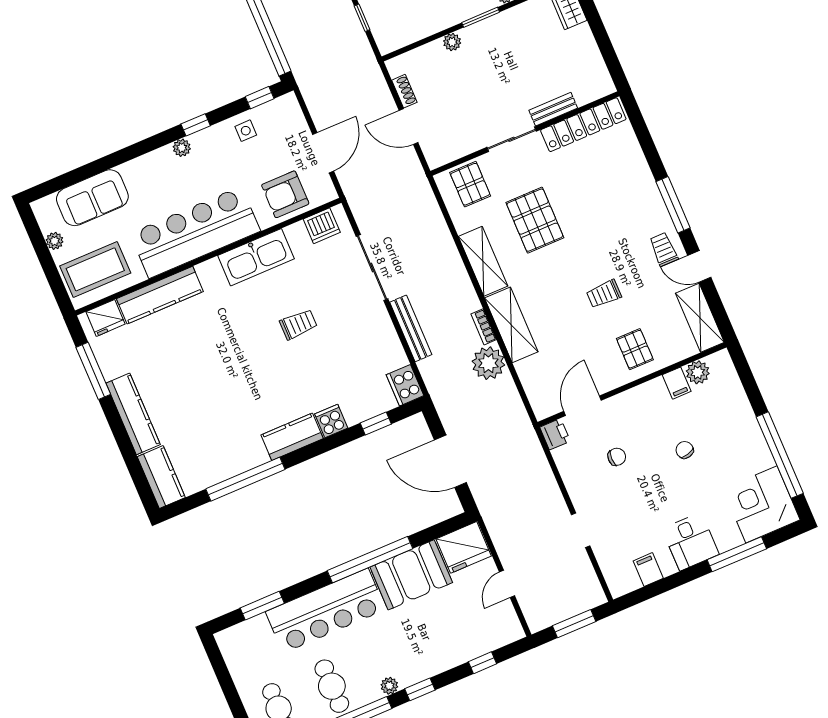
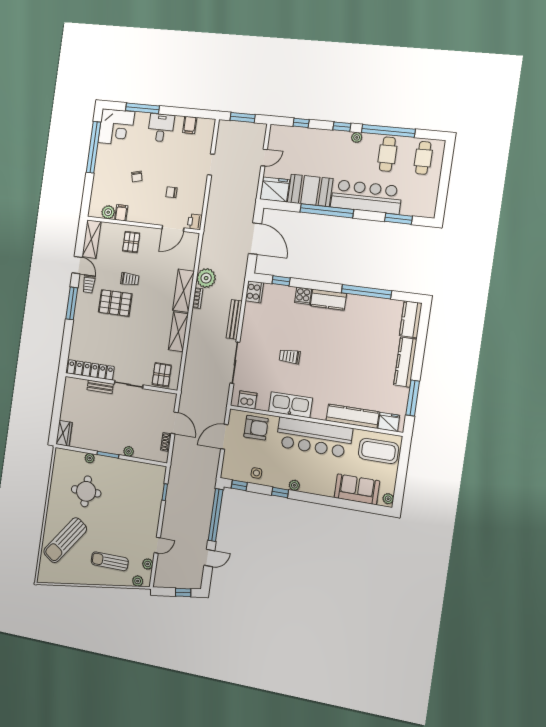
pallet: (535, 220) -> (115, 303), moved, turned 90
plant: (55, 241) -> (388, 499), moved

